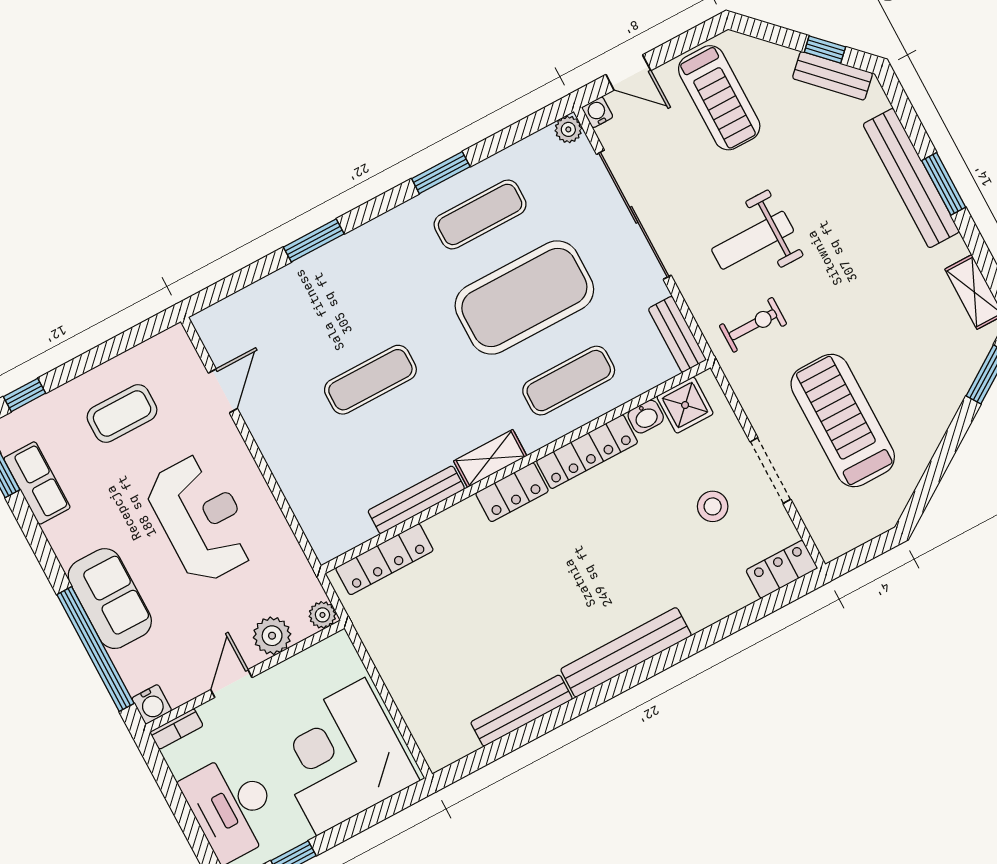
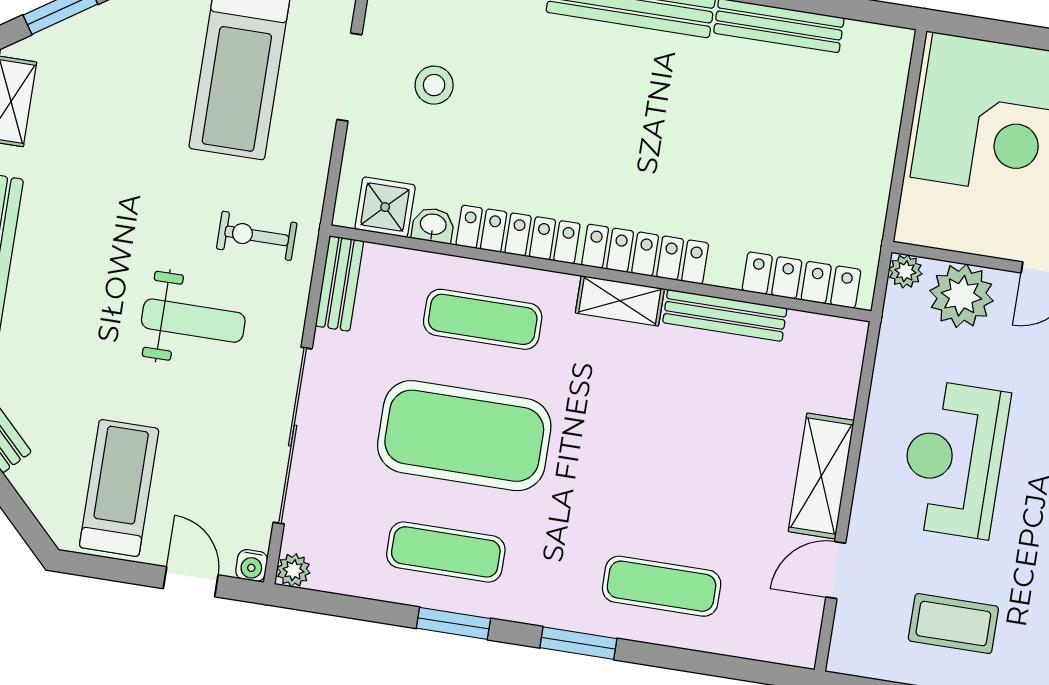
window: (314, 240) -> (578, 643), moved
exercise mat: (370, 380) -> (662, 586), moved
shelving: (277, 444) -> (821, 476), added
locker: (512, 492) -> (645, 254), width x1.53
plant: (272, 636) -> (961, 296), width x1.36, depth x1.36

